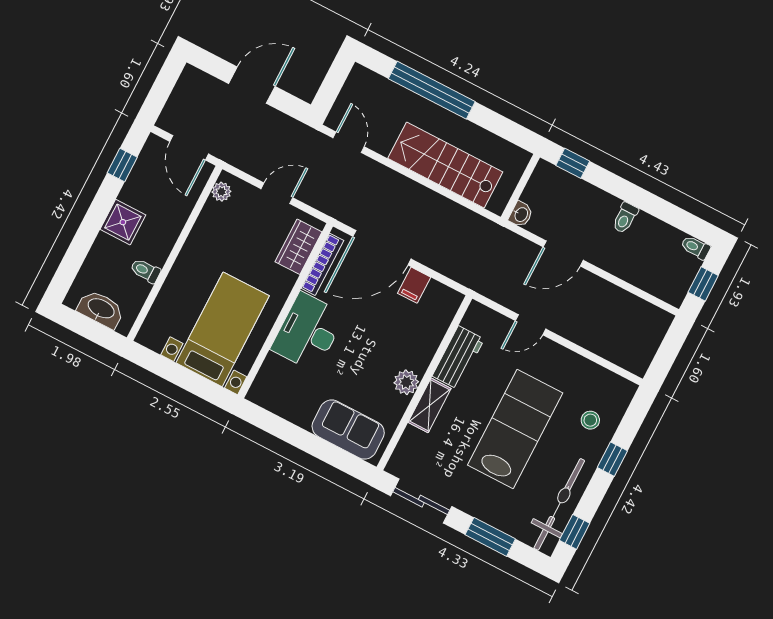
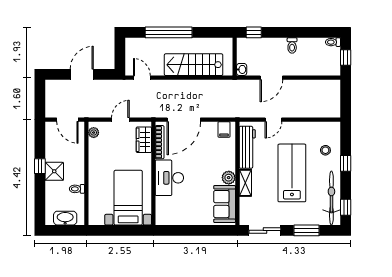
window: (122, 165) -> (40, 166), moved
filing cabinet: (414, 285) -> (224, 129), moved
workbench: (458, 358) -> (247, 147), width x1.38
sofa: (348, 429) -> (225, 204), moved, turned -90

